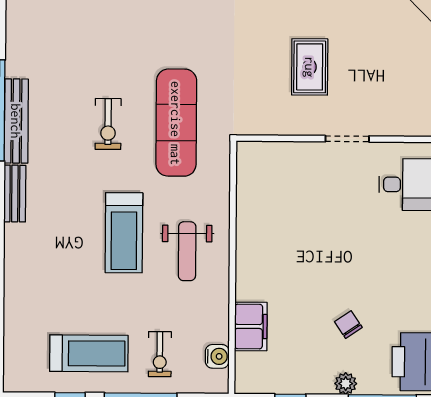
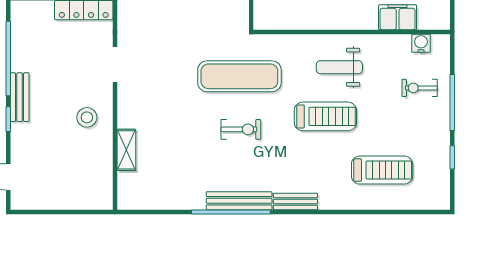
weight bench: (187, 251) -> (339, 67), turned 180
treadmill: (89, 353) -> (382, 170), moved, turned 90
exercise bike: (160, 354) -> (420, 88), turned 180

